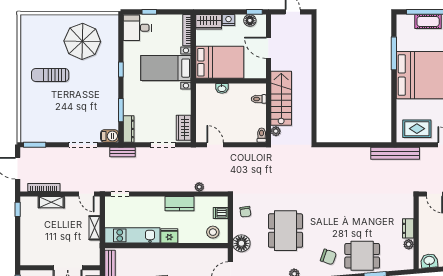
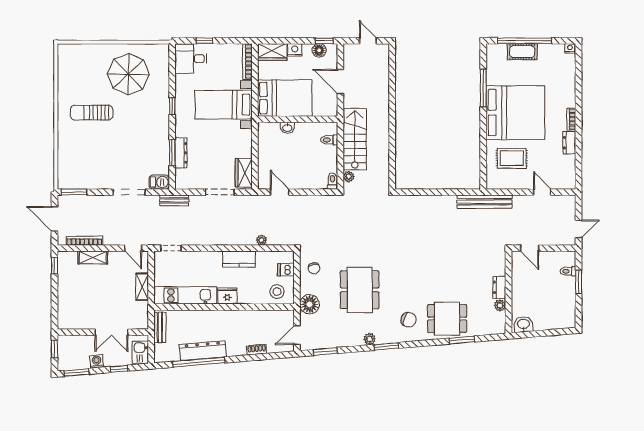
dresser: (129, 129) -> (181, 153), moved
rug: (417, 129) -> (512, 158), moved

